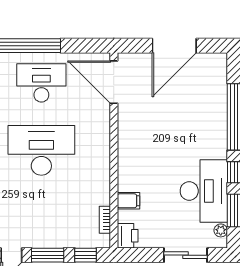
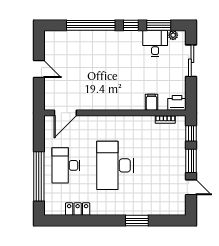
door: (174, 46) -> (39, 69), width x0.53
door: (114, 82) -> (65, 113), width x0.73
desk: (204, 191) -> (155, 44), width x0.53, depth x0.77

